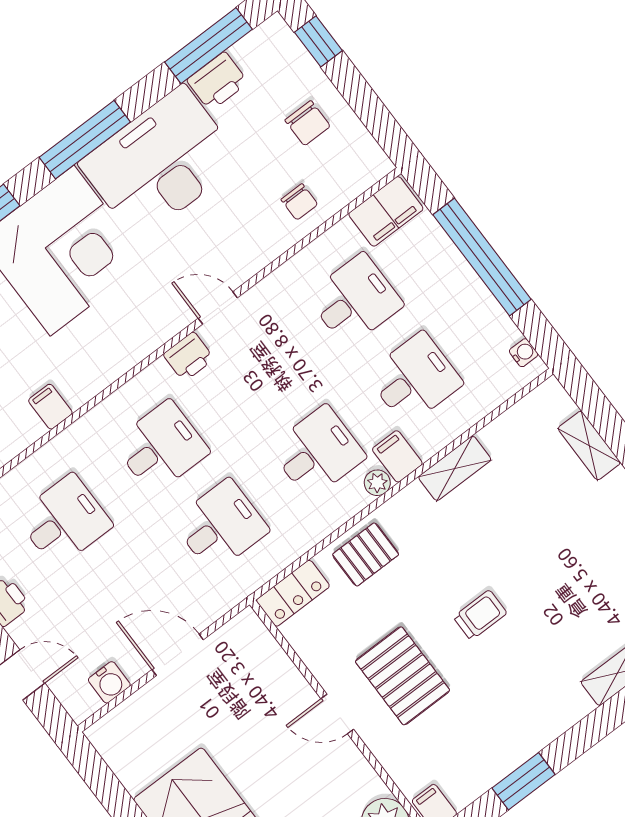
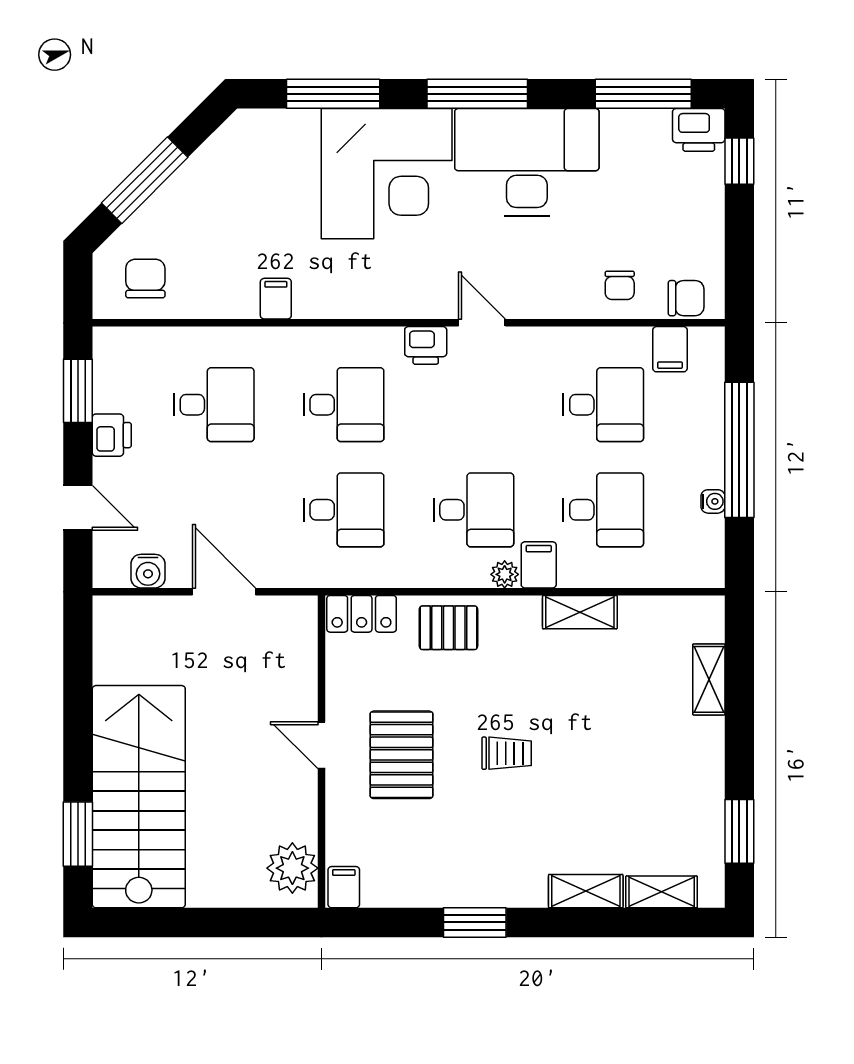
printer: (218, 81) -> (699, 130), moved
chair: (308, 123) -> (686, 298), moved, turned -90
filing cabinet: (386, 211) -> (670, 349), width x0.50
water cooler: (524, 353) -> (713, 501), moved
window: (523, 781) -> (475, 922), moved

